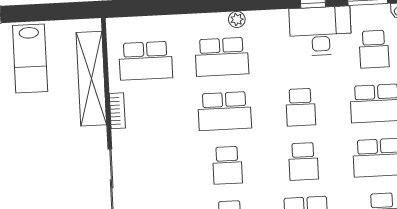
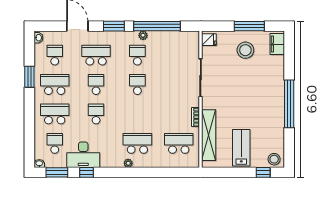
school desk: (225, 111) -> (137, 114), removed

